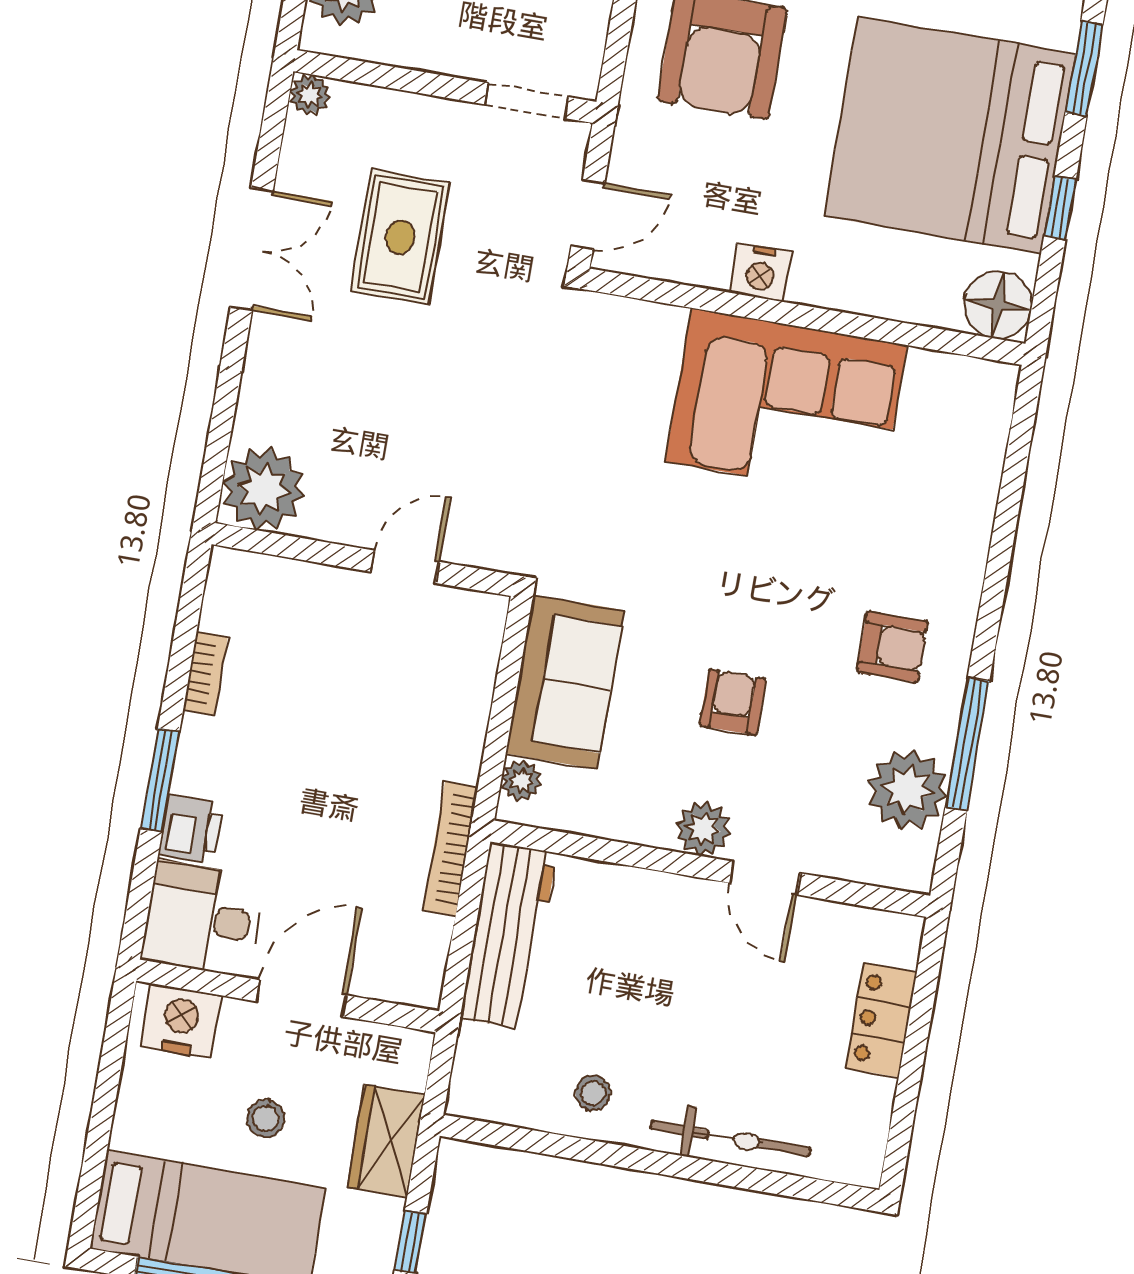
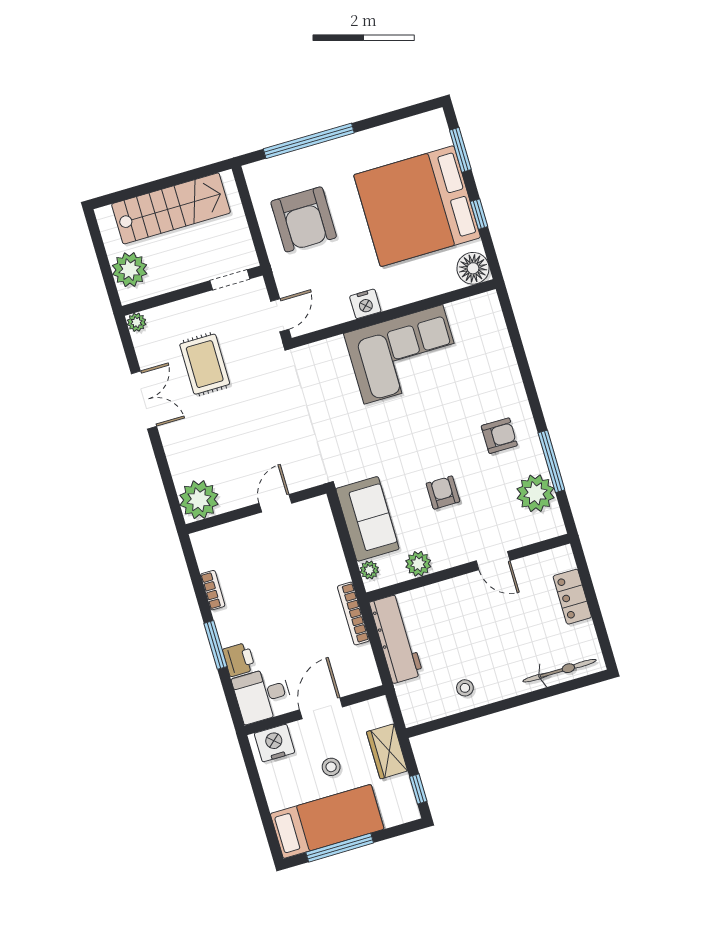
plant: (703, 829) -> (418, 564), moved
bicycle: (730, 1138) -> (560, 671), moved

